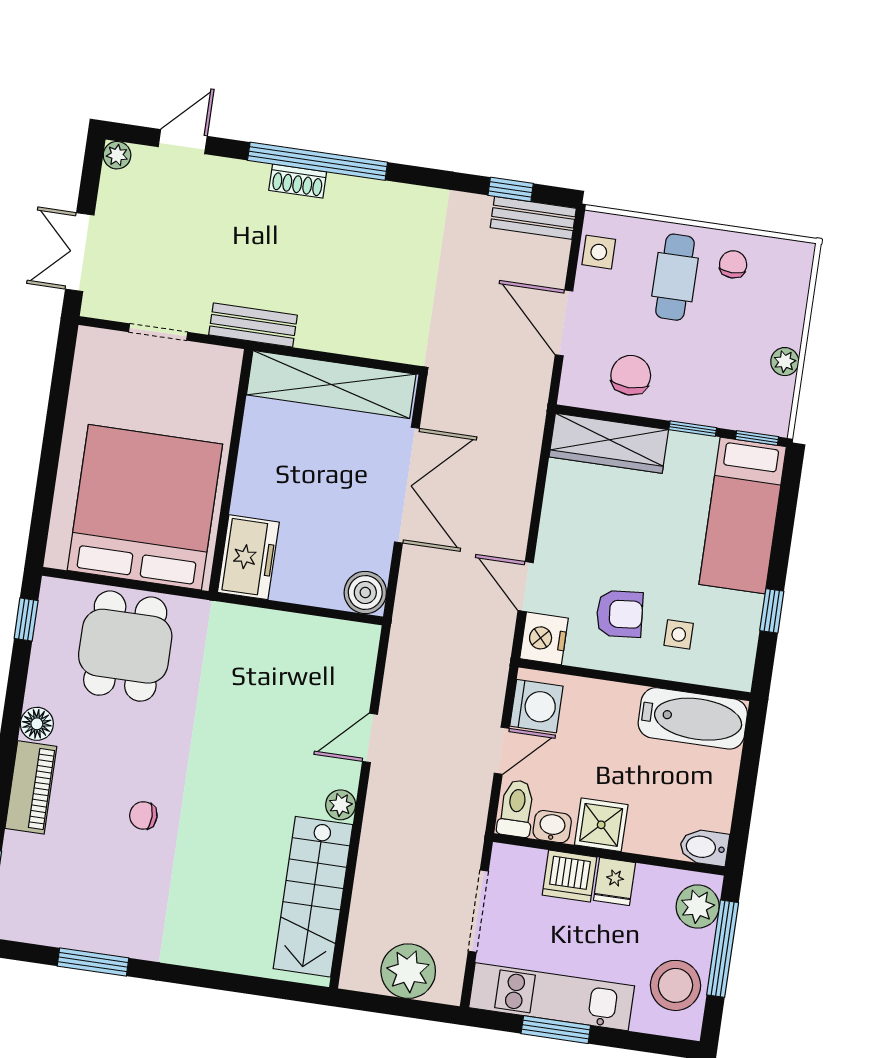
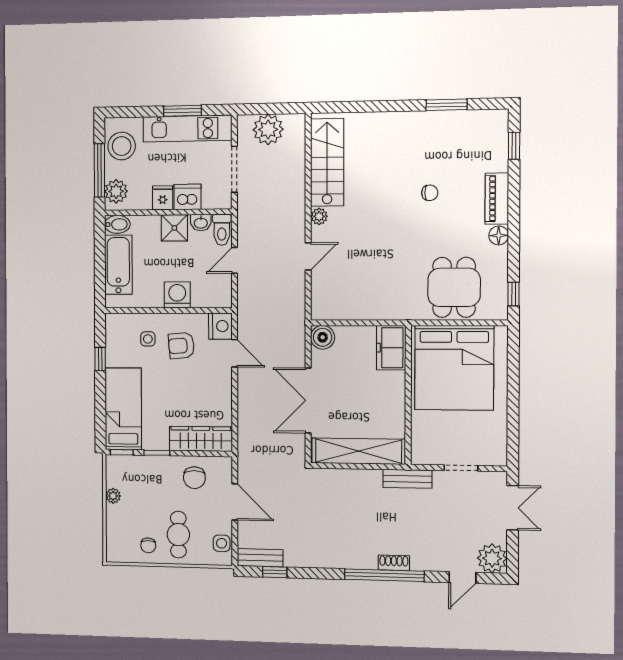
plant: (117, 155) -> (492, 558), width x1.88, depth x1.88
washing machine: (536, 706) -> (177, 295), moved, turned 90
bathtub: (693, 718) -> (118, 265), moved, turned 90

